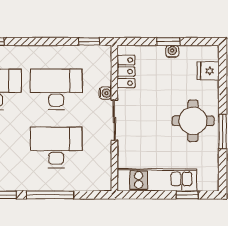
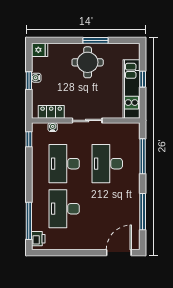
fridge: (208, 71) -> (40, 50), moved, turned -90
water cooler: (105, 93) -> (53, 127), moved
window: (50, 195) -> (143, 156), moved
window: (187, 195) -> (143, 79), moved

